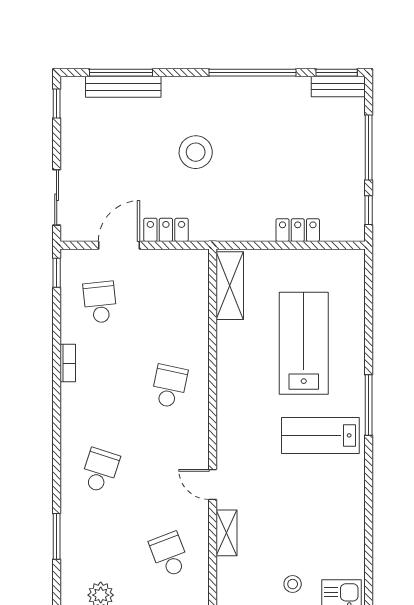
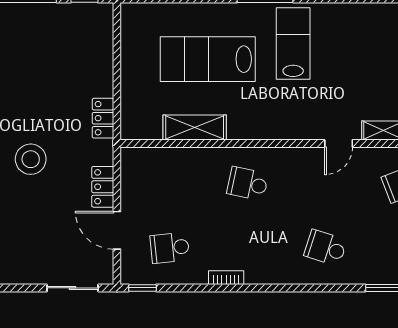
locker: (298, 230) -> (103, 118), moved
shelving: (230, 286) -> (195, 128), moved
lab bench: (320, 435) -> (293, 44), turned 180

